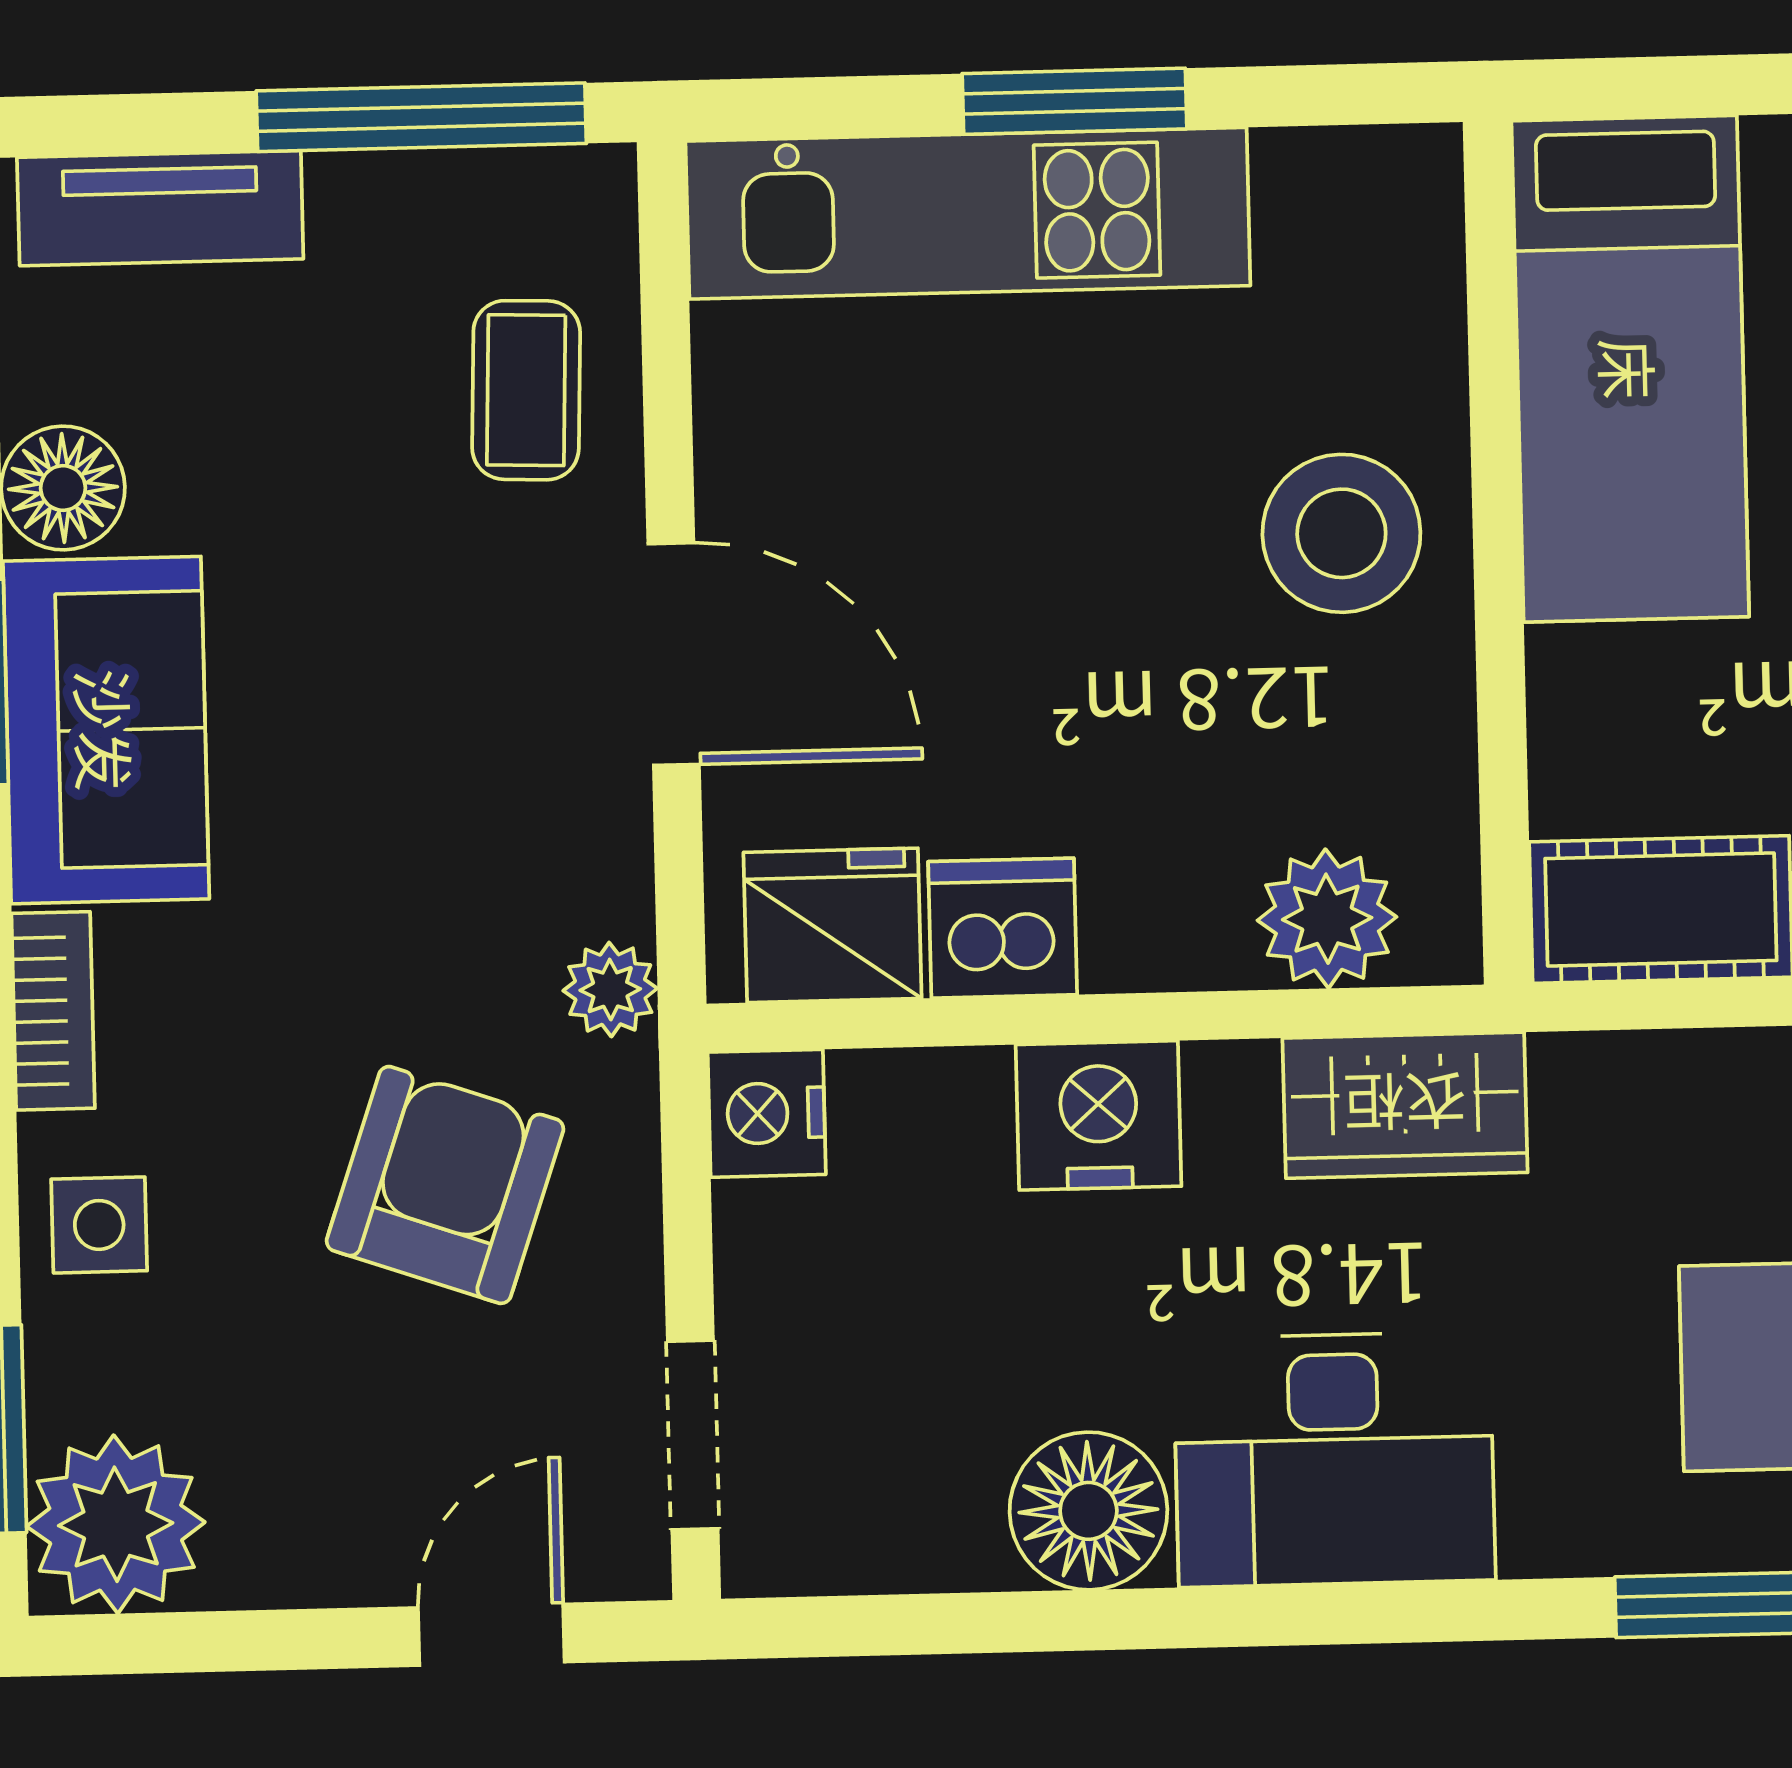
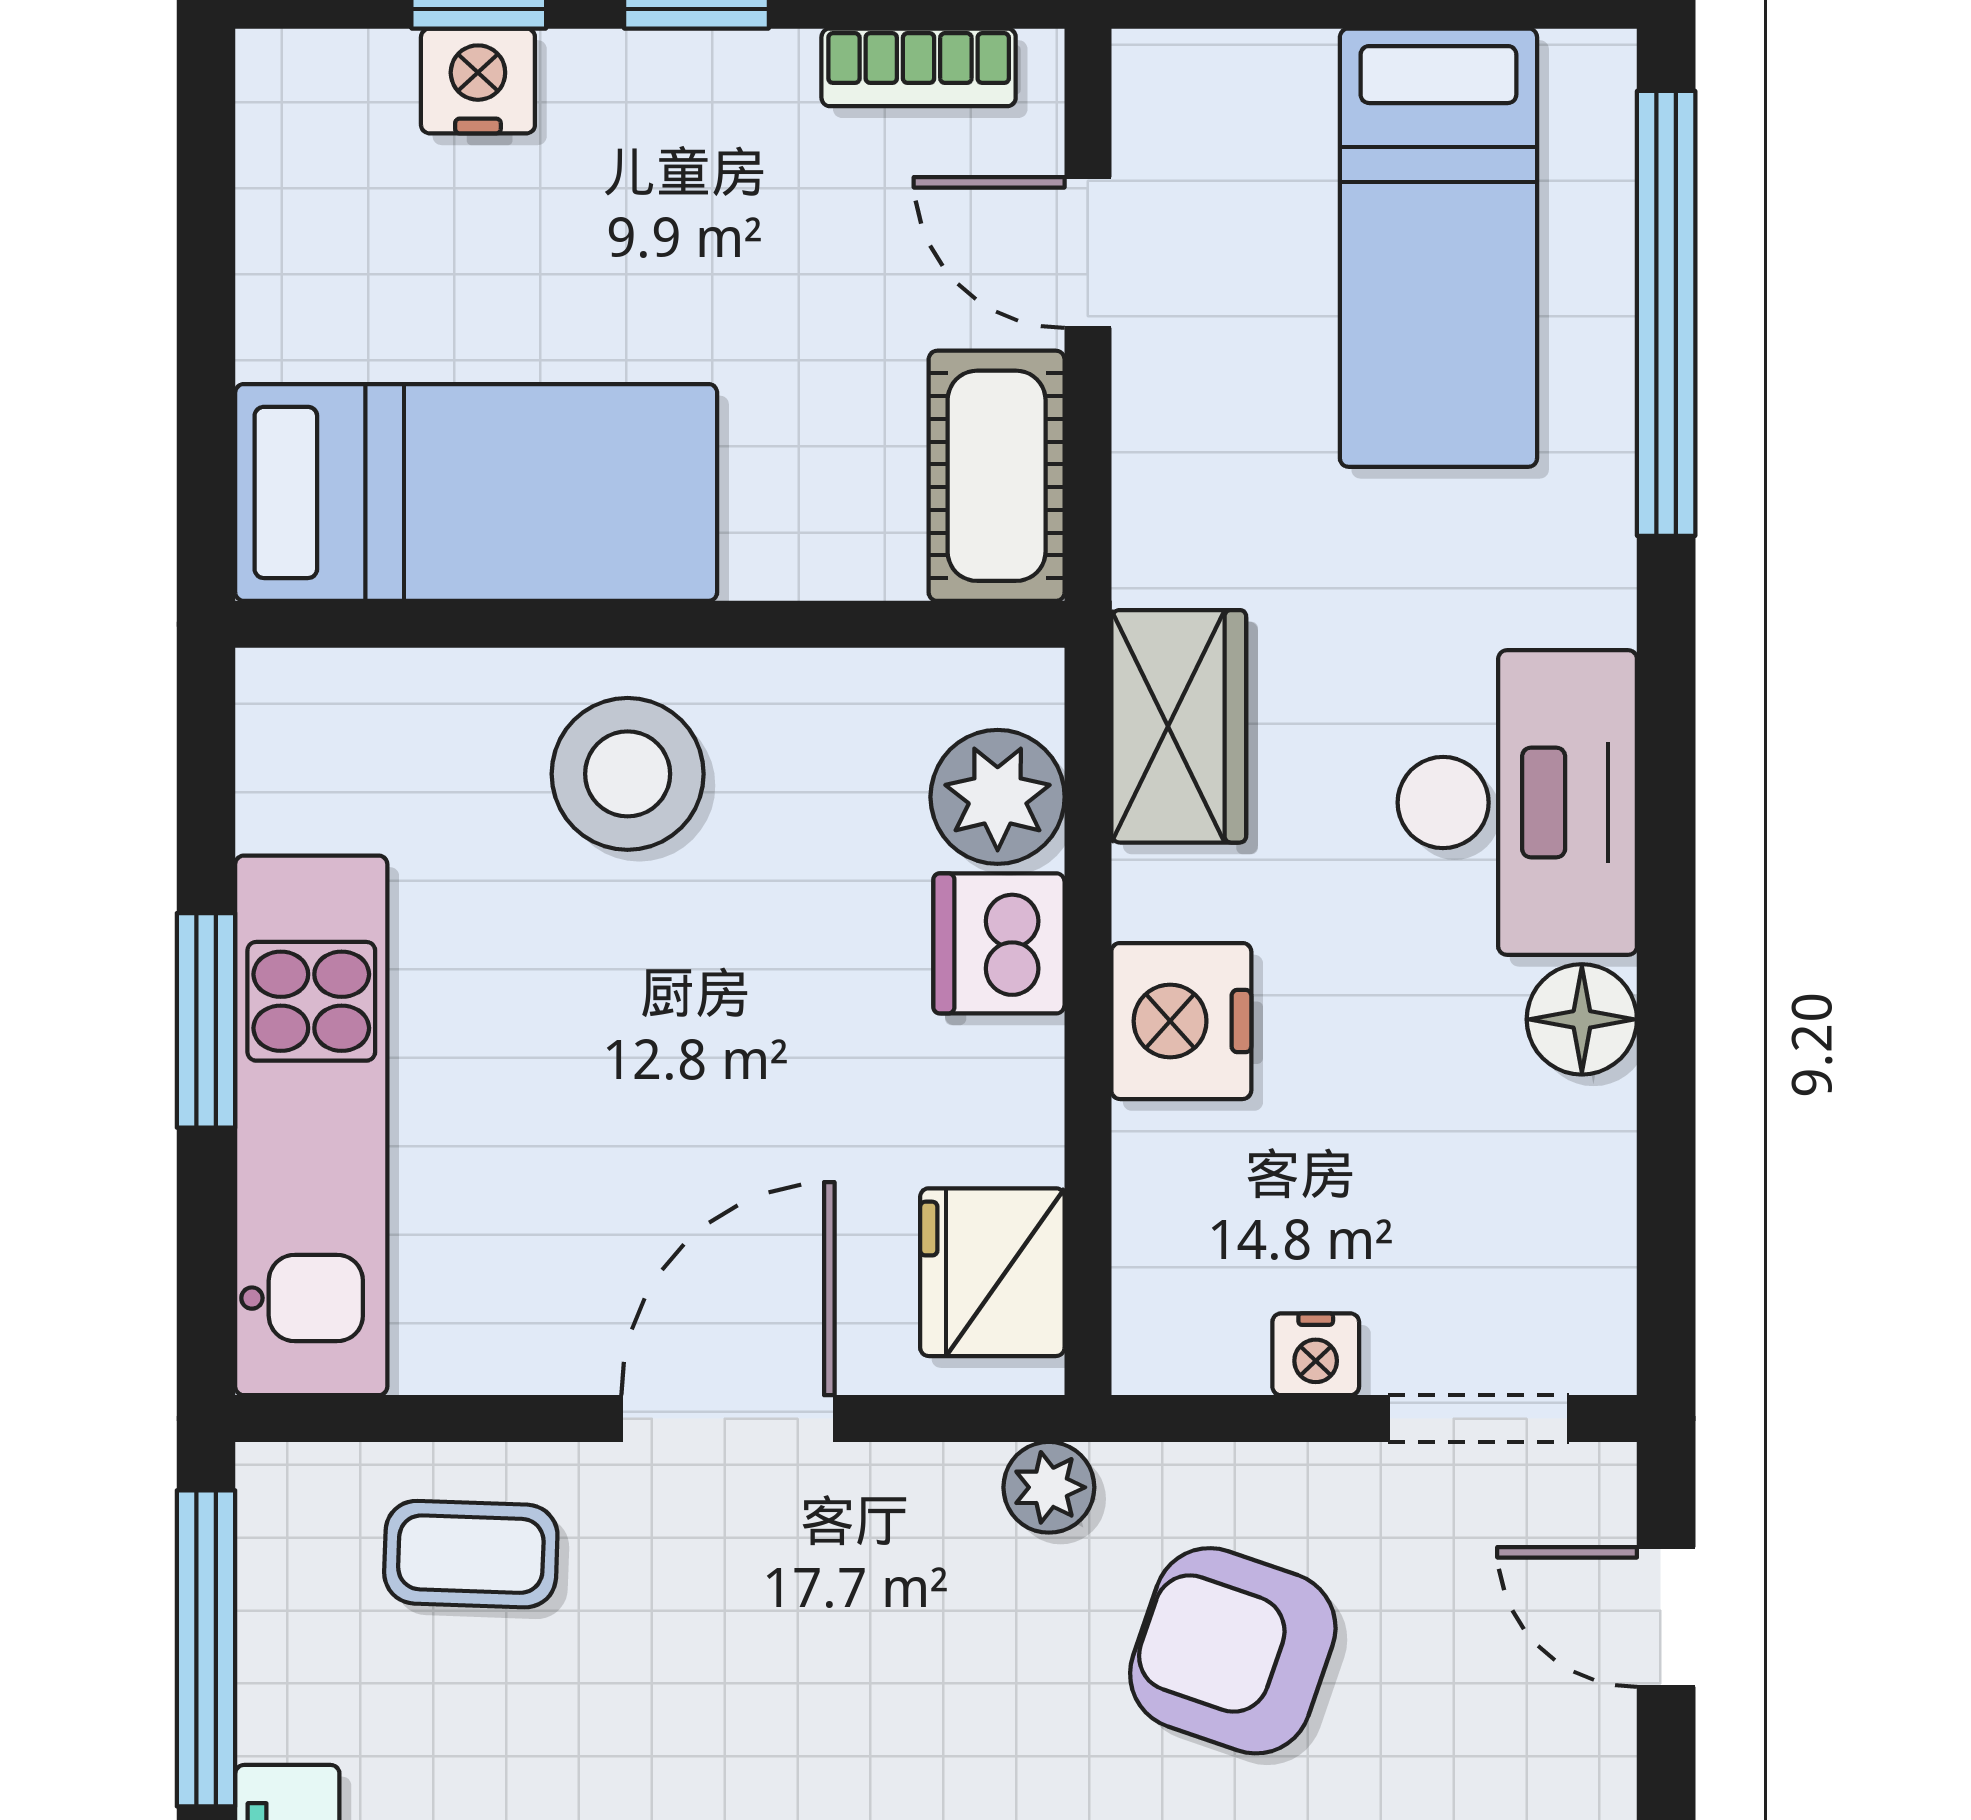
dishwasher: (1003, 928) -> (999, 943), moved
nightstand: (767, 1113) -> (1316, 1354), moved, width x0.72, depth x0.74
floor lamp: (1088, 1511) -> (1582, 1019), width x0.73, depth x0.73

